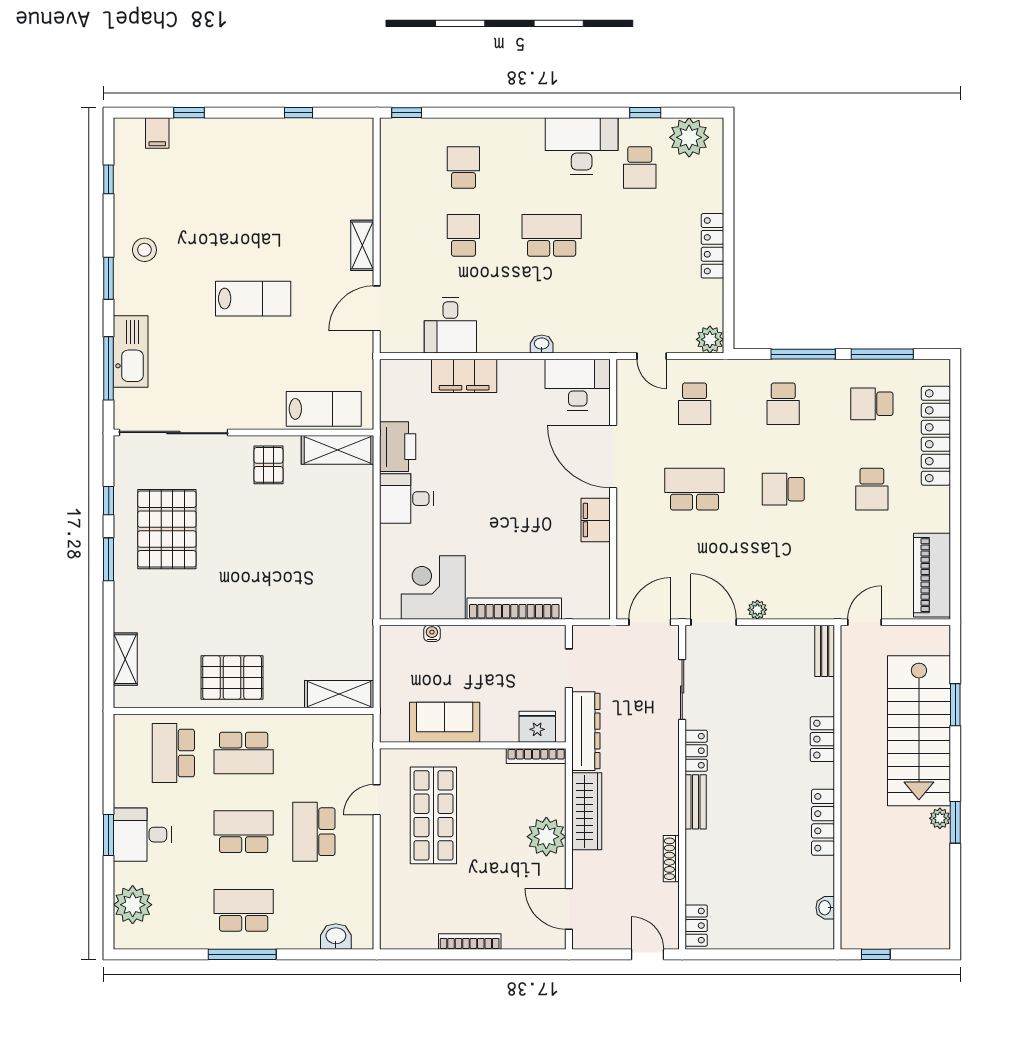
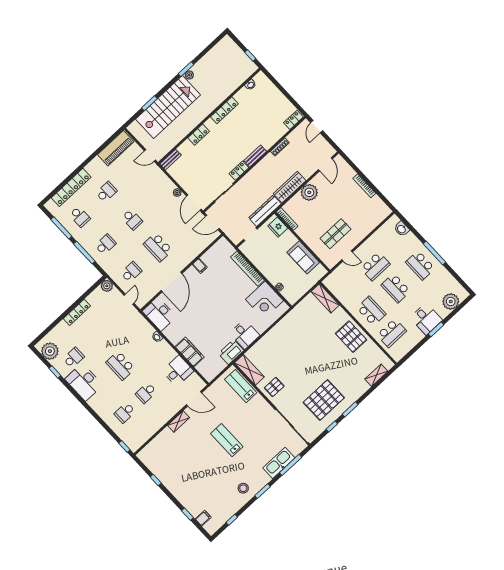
filing cabinet: (596, 520) -> (200, 266), width x0.50
shop shelf: (433, 815) -> (335, 234), width x0.70, depth x0.74

